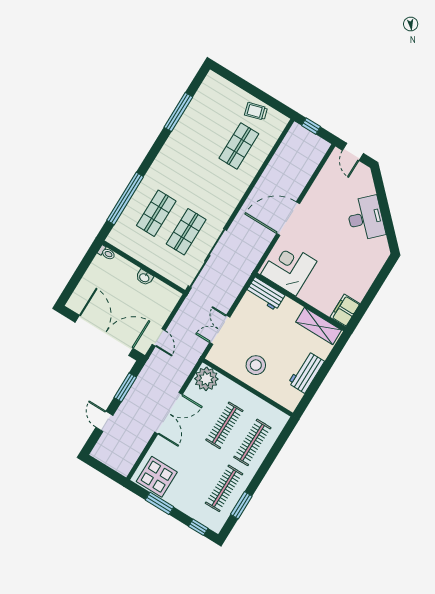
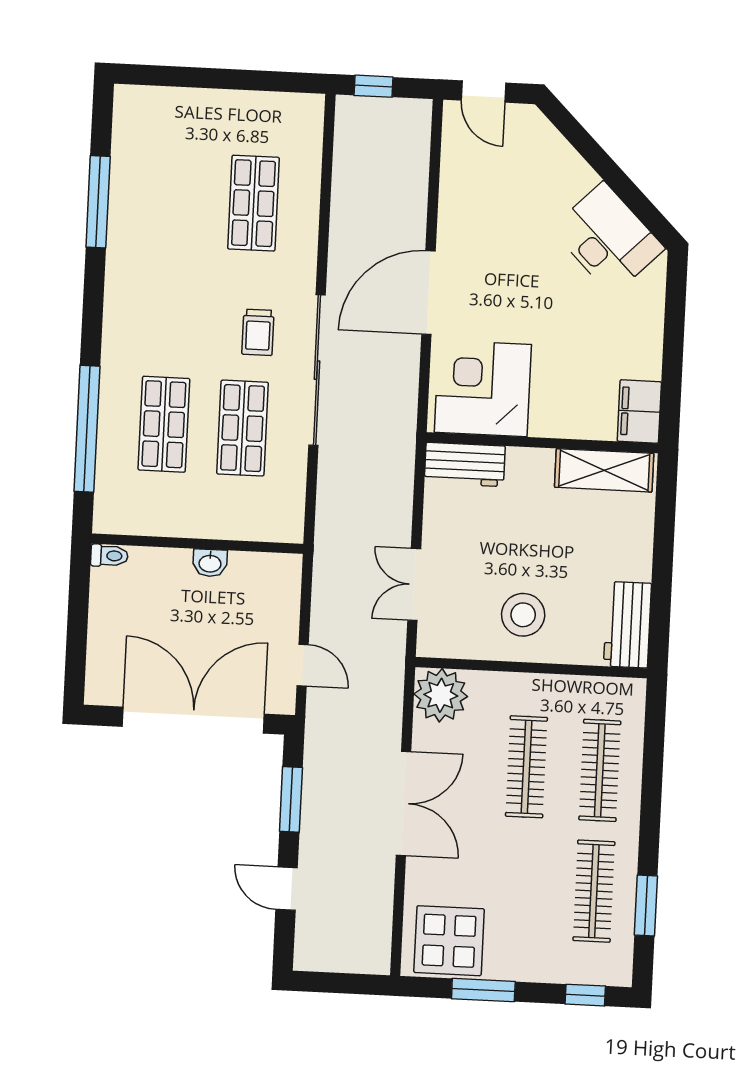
trolley: (256, 111) -> (258, 332), moved, turned -74
desk: (366, 218) -> (608, 239), moved
sliding door: (207, 258) -> (317, 370), moved
workbench: (306, 372) -> (627, 625), moved

